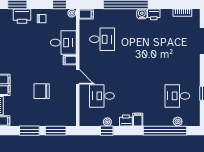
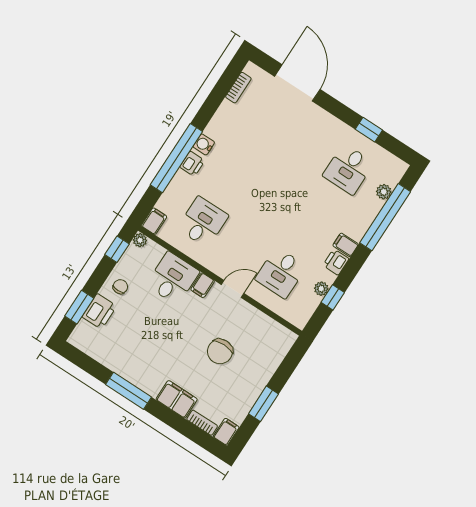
printer: (154, 14) -> (192, 164), moved
window: (56, 131) -> (287, 368), removed

